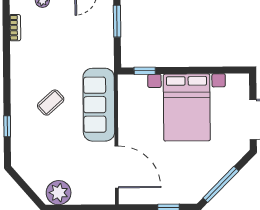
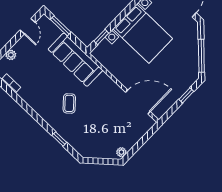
sofa: (99, 105) -> (75, 60), moved
plant: (59, 193) -> (121, 152), width x0.53, depth x0.53

